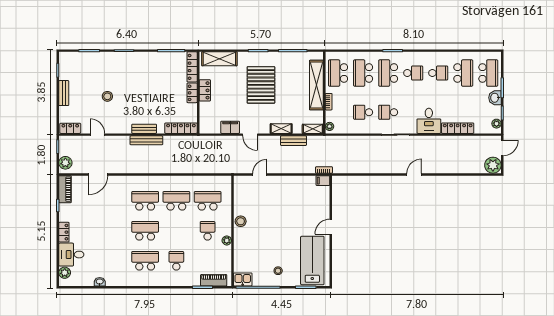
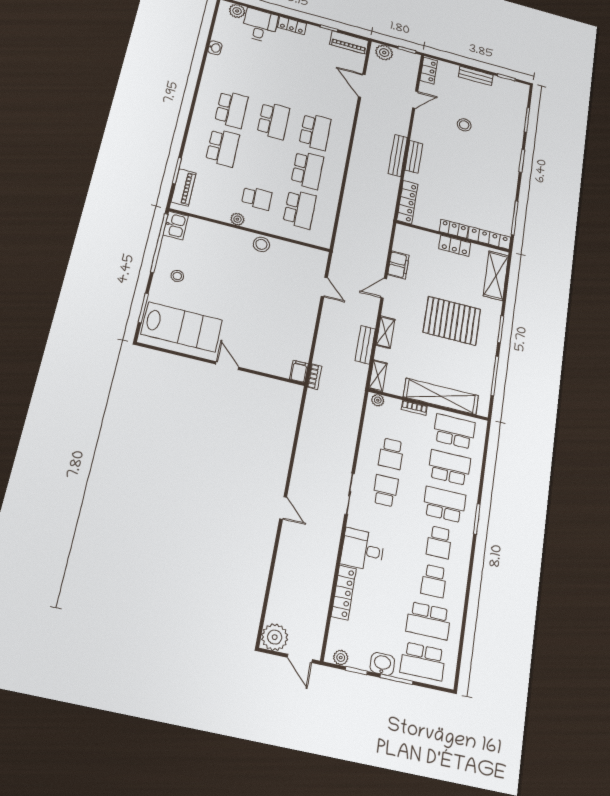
school desk: (363, 112) -> (391, 454), turned 180
school desk: (176, 261) -> (223, 148), width x1.85

